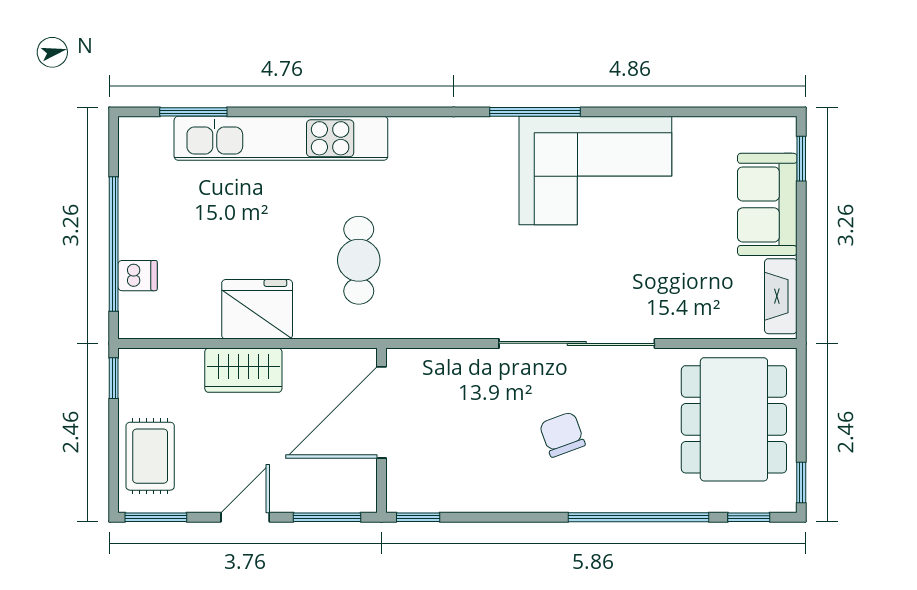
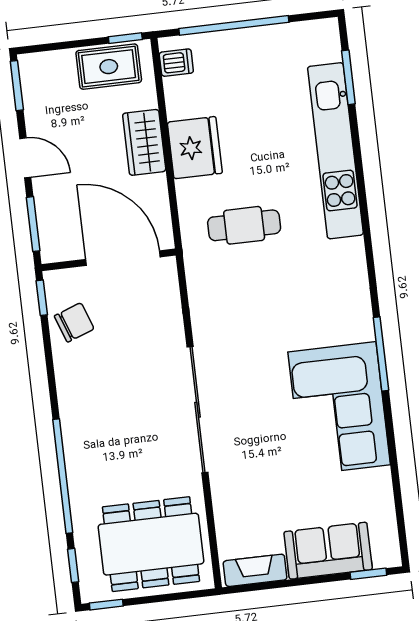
dishwasher: (138, 276) -> (176, 63), moved, turned -90
chair: (562, 434) -> (74, 322), moved
rug: (150, 456) -> (109, 67), moved

